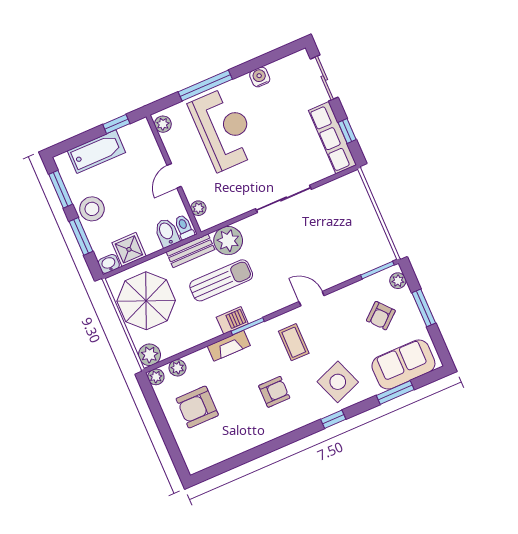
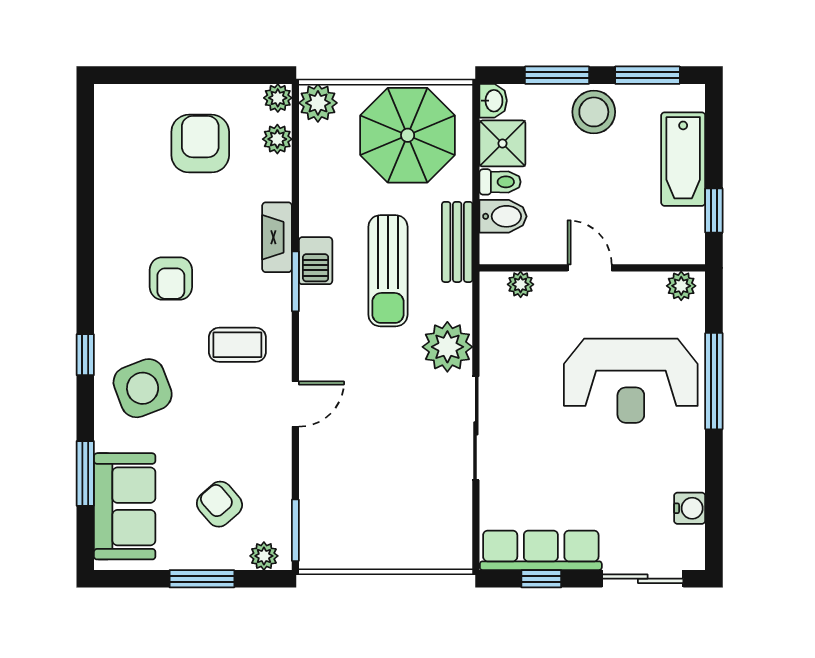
water cooler: (260, 77) -> (690, 508), moved
toilet: (184, 227) -> (500, 182), moved
plant: (228, 241) -> (447, 347), moved

